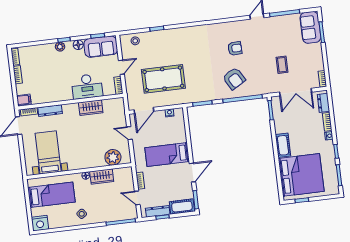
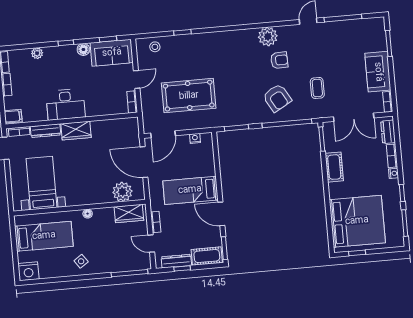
sofa: (310, 27) -> (378, 72), moved
plant: (225, 30) -> (268, 36), added
plant: (60, 47) -> (37, 53), moved
coffee table: (282, 65) -> (317, 88), moved
desk: (87, 86) -> (66, 104), moved
wardrobe: (91, 108) -> (76, 131), moved
door: (129, 133) -> (144, 162), width x1.87
cot: (283, 145) -> (334, 167), moved
door: (192, 173) -> (221, 214), swing flipped
wardrobe: (102, 177) -> (129, 213), moved

